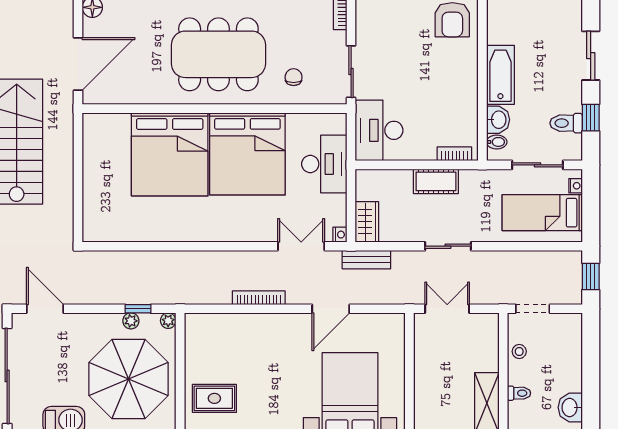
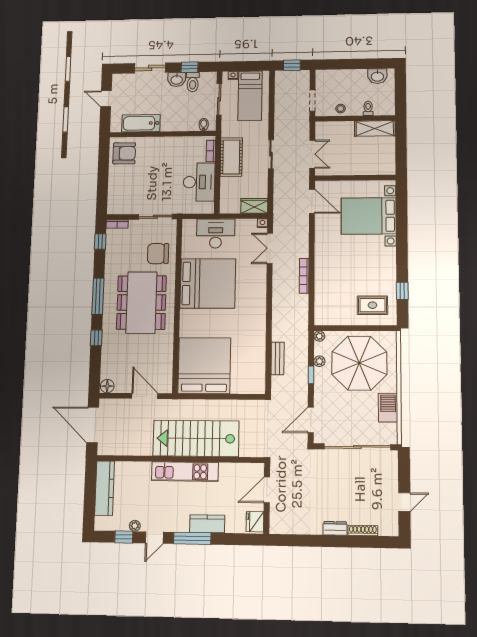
door: (78, 64) -> (145, 396), width x0.73
bathtub: (500, 75) -> (141, 123), moved
chair: (294, 77) -> (158, 254), width x1.87, depth x1.87
washbasin: (498, 120) -> (177, 80), moved, turned 180
desk: (379, 130) -> (199, 182), moved, turned -90
bed: (170, 154) -> (204, 366), moved, turned -90
cot: (436, 181) -> (231, 157), width x1.37, depth x1.34
bench: (366, 260) -> (278, 359), moved
window: (138, 309) -> (311, 375), moved
door: (331, 309) -> (312, 201), moved
double door: (447, 309) -> (312, 154), swing flipped
rug: (214, 398) -> (372, 305), turned 90

